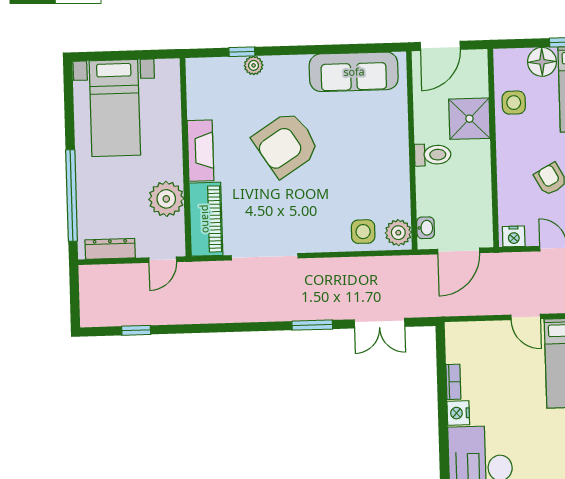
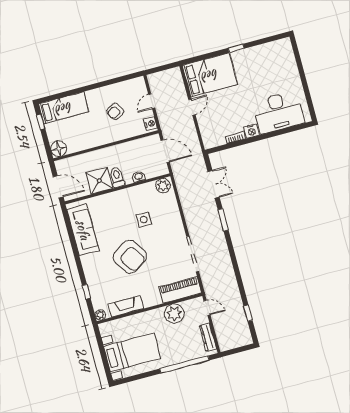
floor lamp: (542, 62) -> (59, 149), moved
plant: (254, 65) -> (100, 315), moved
side table: (514, 103) -> (79, 141), removed
shower: (469, 119) -> (99, 181), moved
fireplace: (201, 151) -> (126, 306), moved
washbasin: (426, 228) -> (139, 177), moved
side table: (363, 232) -> (144, 220), moved

